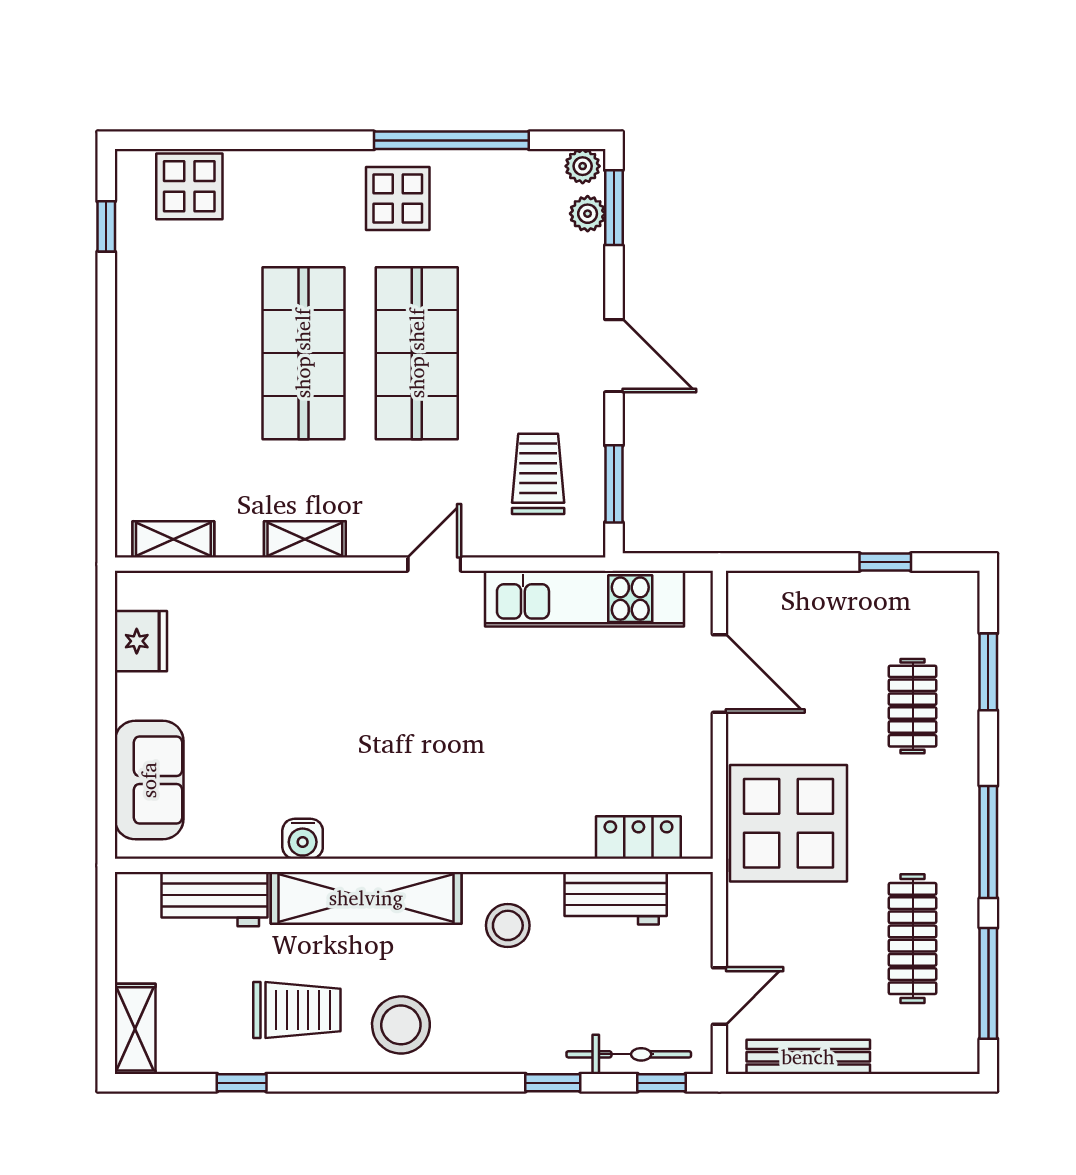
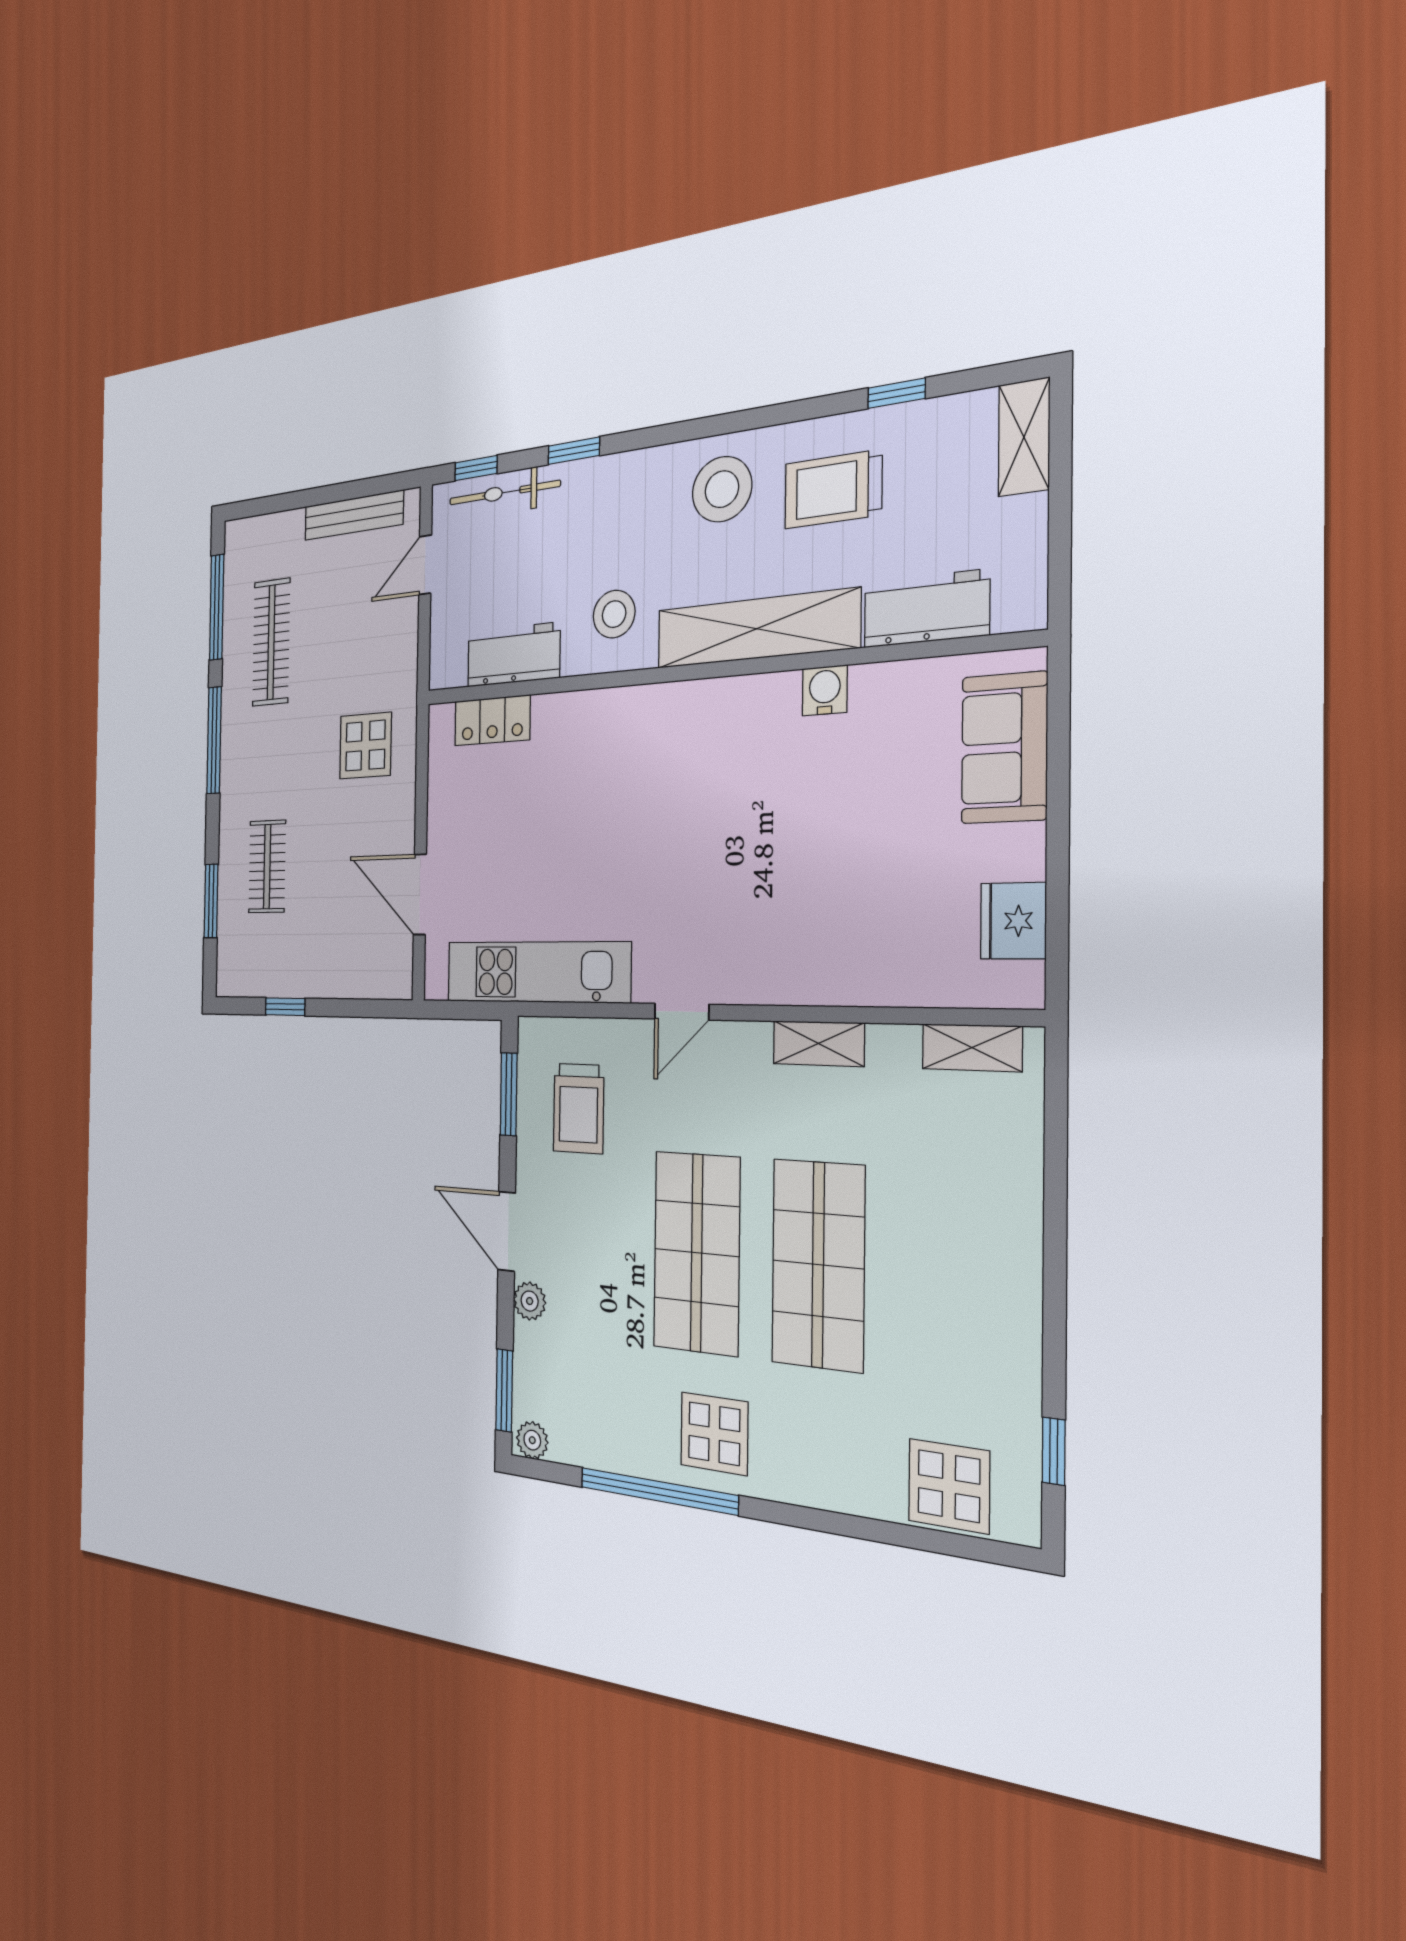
plant: (588, 214) -> (530, 1301), moved
display table: (788, 823) -> (365, 746), width x0.54, depth x0.54

